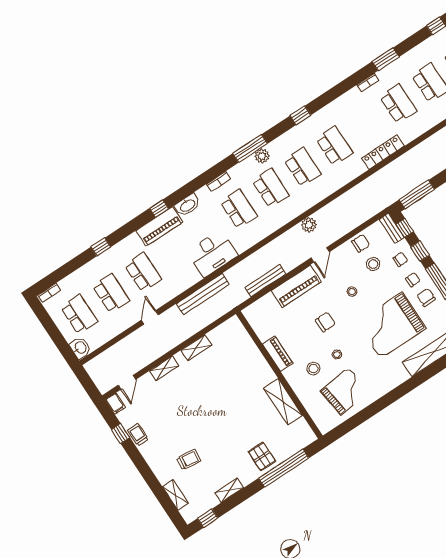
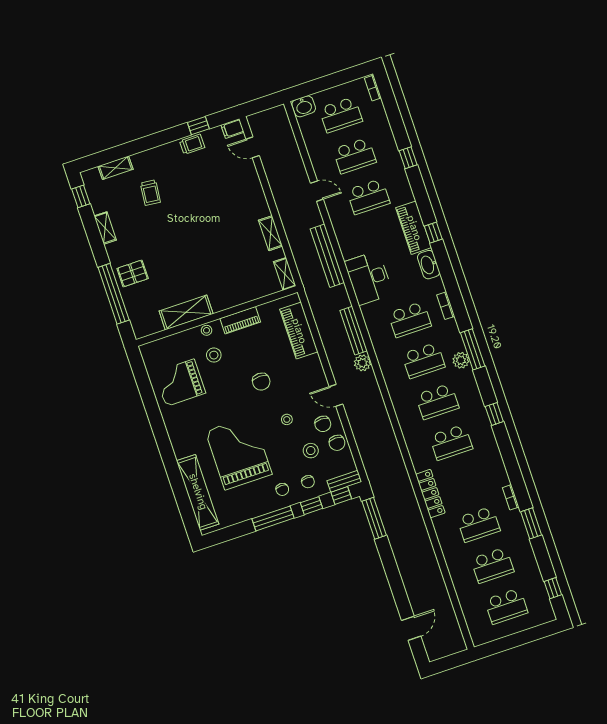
plant: (309, 225) -> (362, 363), moved
bench: (265, 281) -> (354, 331), moved
piano: (296, 286) -> (299, 331), moved
chair: (426, 297) -> (323, 424), moved, turned 90
stool: (337, 355) -> (206, 330), moved
shelving: (164, 368) -> (285, 274), moved
grand piano: (345, 391) -> (180, 383), turned 97

